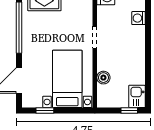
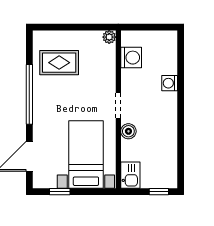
boiler: (103, 78) -> (128, 131), moved
kitchen sink: (137, 96) -> (130, 175), moved, turned 180

